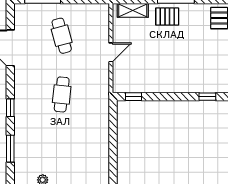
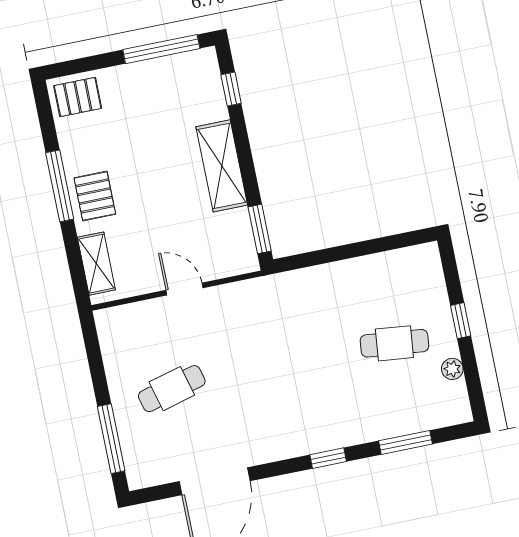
shelving: (169, 84) -> (222, 166), added
cafe table: (62, 94) -> (394, 343), moved
window: (134, 97) -> (260, 229), width x1.50

